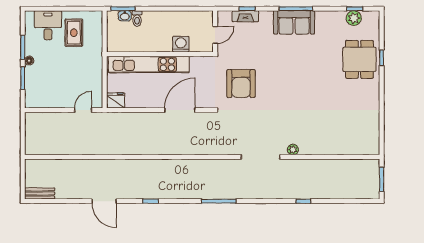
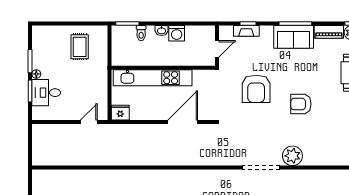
washbasin: (125, 16) -> (162, 31), moved
piano: (330, 17) -> (329, 32), added
desk: (48, 25) -> (46, 93), moved, turned -90
washing machine: (181, 44) -> (177, 33), moved, turned 180
armchair: (241, 84) -> (256, 89), moved
armchair: (302, 92) -> (301, 104), added
plant: (293, 150) -> (292, 156), width x1.87, depth x1.87

